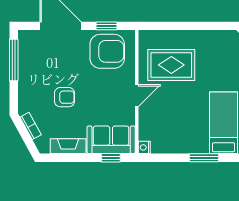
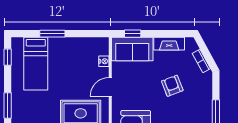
armchair: (65, 97) -> (172, 86), turned 69
nightstand: (144, 147) -> (104, 61), moved

